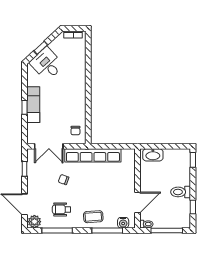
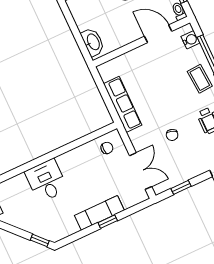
window: (41, 48) -> (40, 240), moved
desk: (47, 64) -> (46, 181), moved, turned 133
row of seats: (93, 155) -> (123, 104), width x0.73

